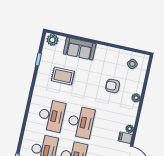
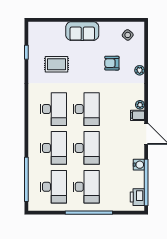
plant: (52, 40) -> (37, 28), removed
sofa: (80, 49) -> (82, 31), moved

